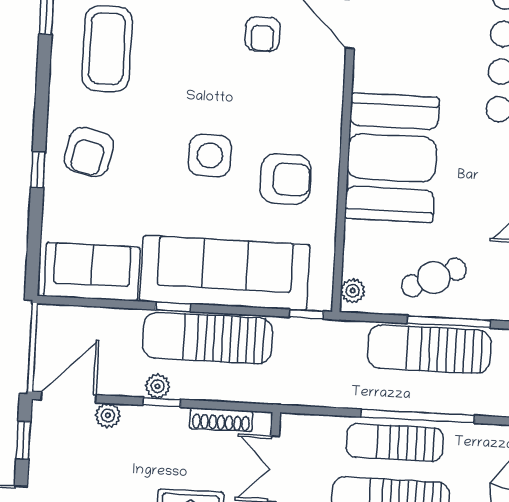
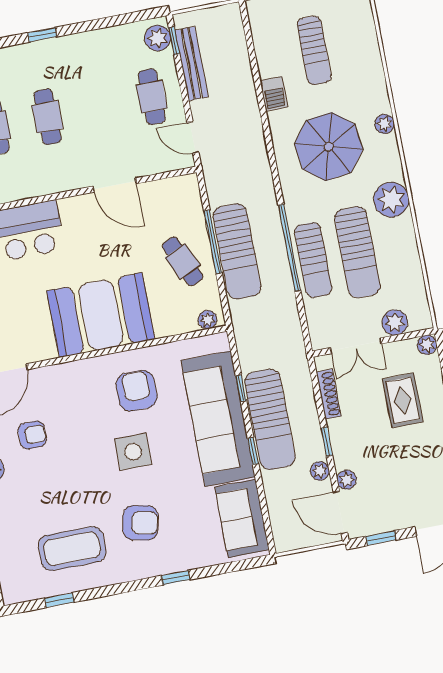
armchair: (89, 152) -> (140, 523), moved
window: (306, 314) -> (241, 388), moved
plant: (158, 386) -> (320, 471), moved

